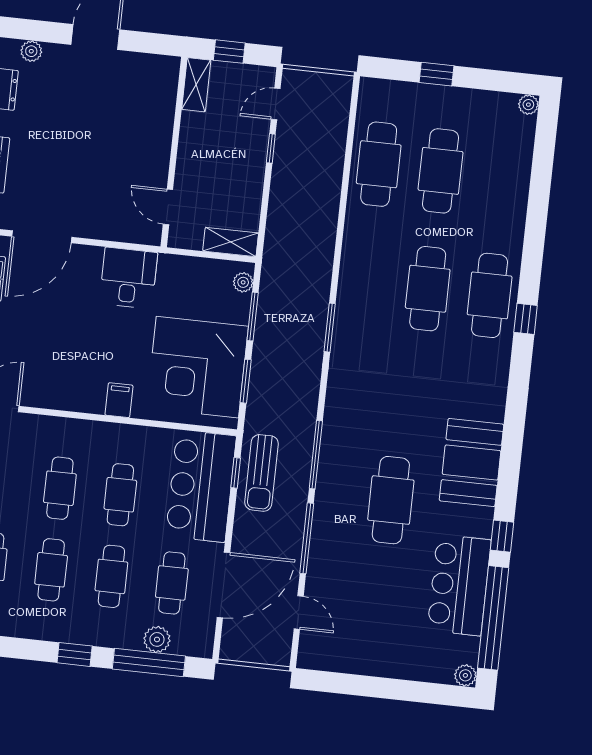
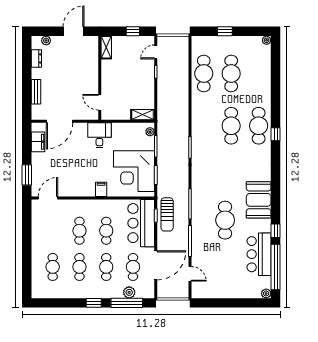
shelving: (196, 85) -> (106, 47), moved
wall: (174, 152) -> (100, 78), moved
door: (168, 207) -> (100, 102), moved

